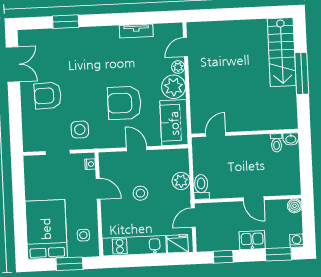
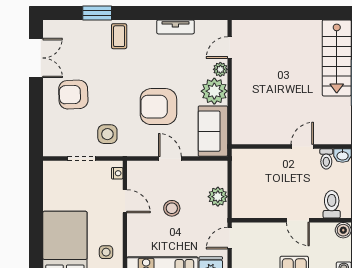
coffee table: (86, 42) -> (119, 36), added
door: (216, 134) -> (302, 146), moved
toilet: (201, 187) -> (332, 204), moved

